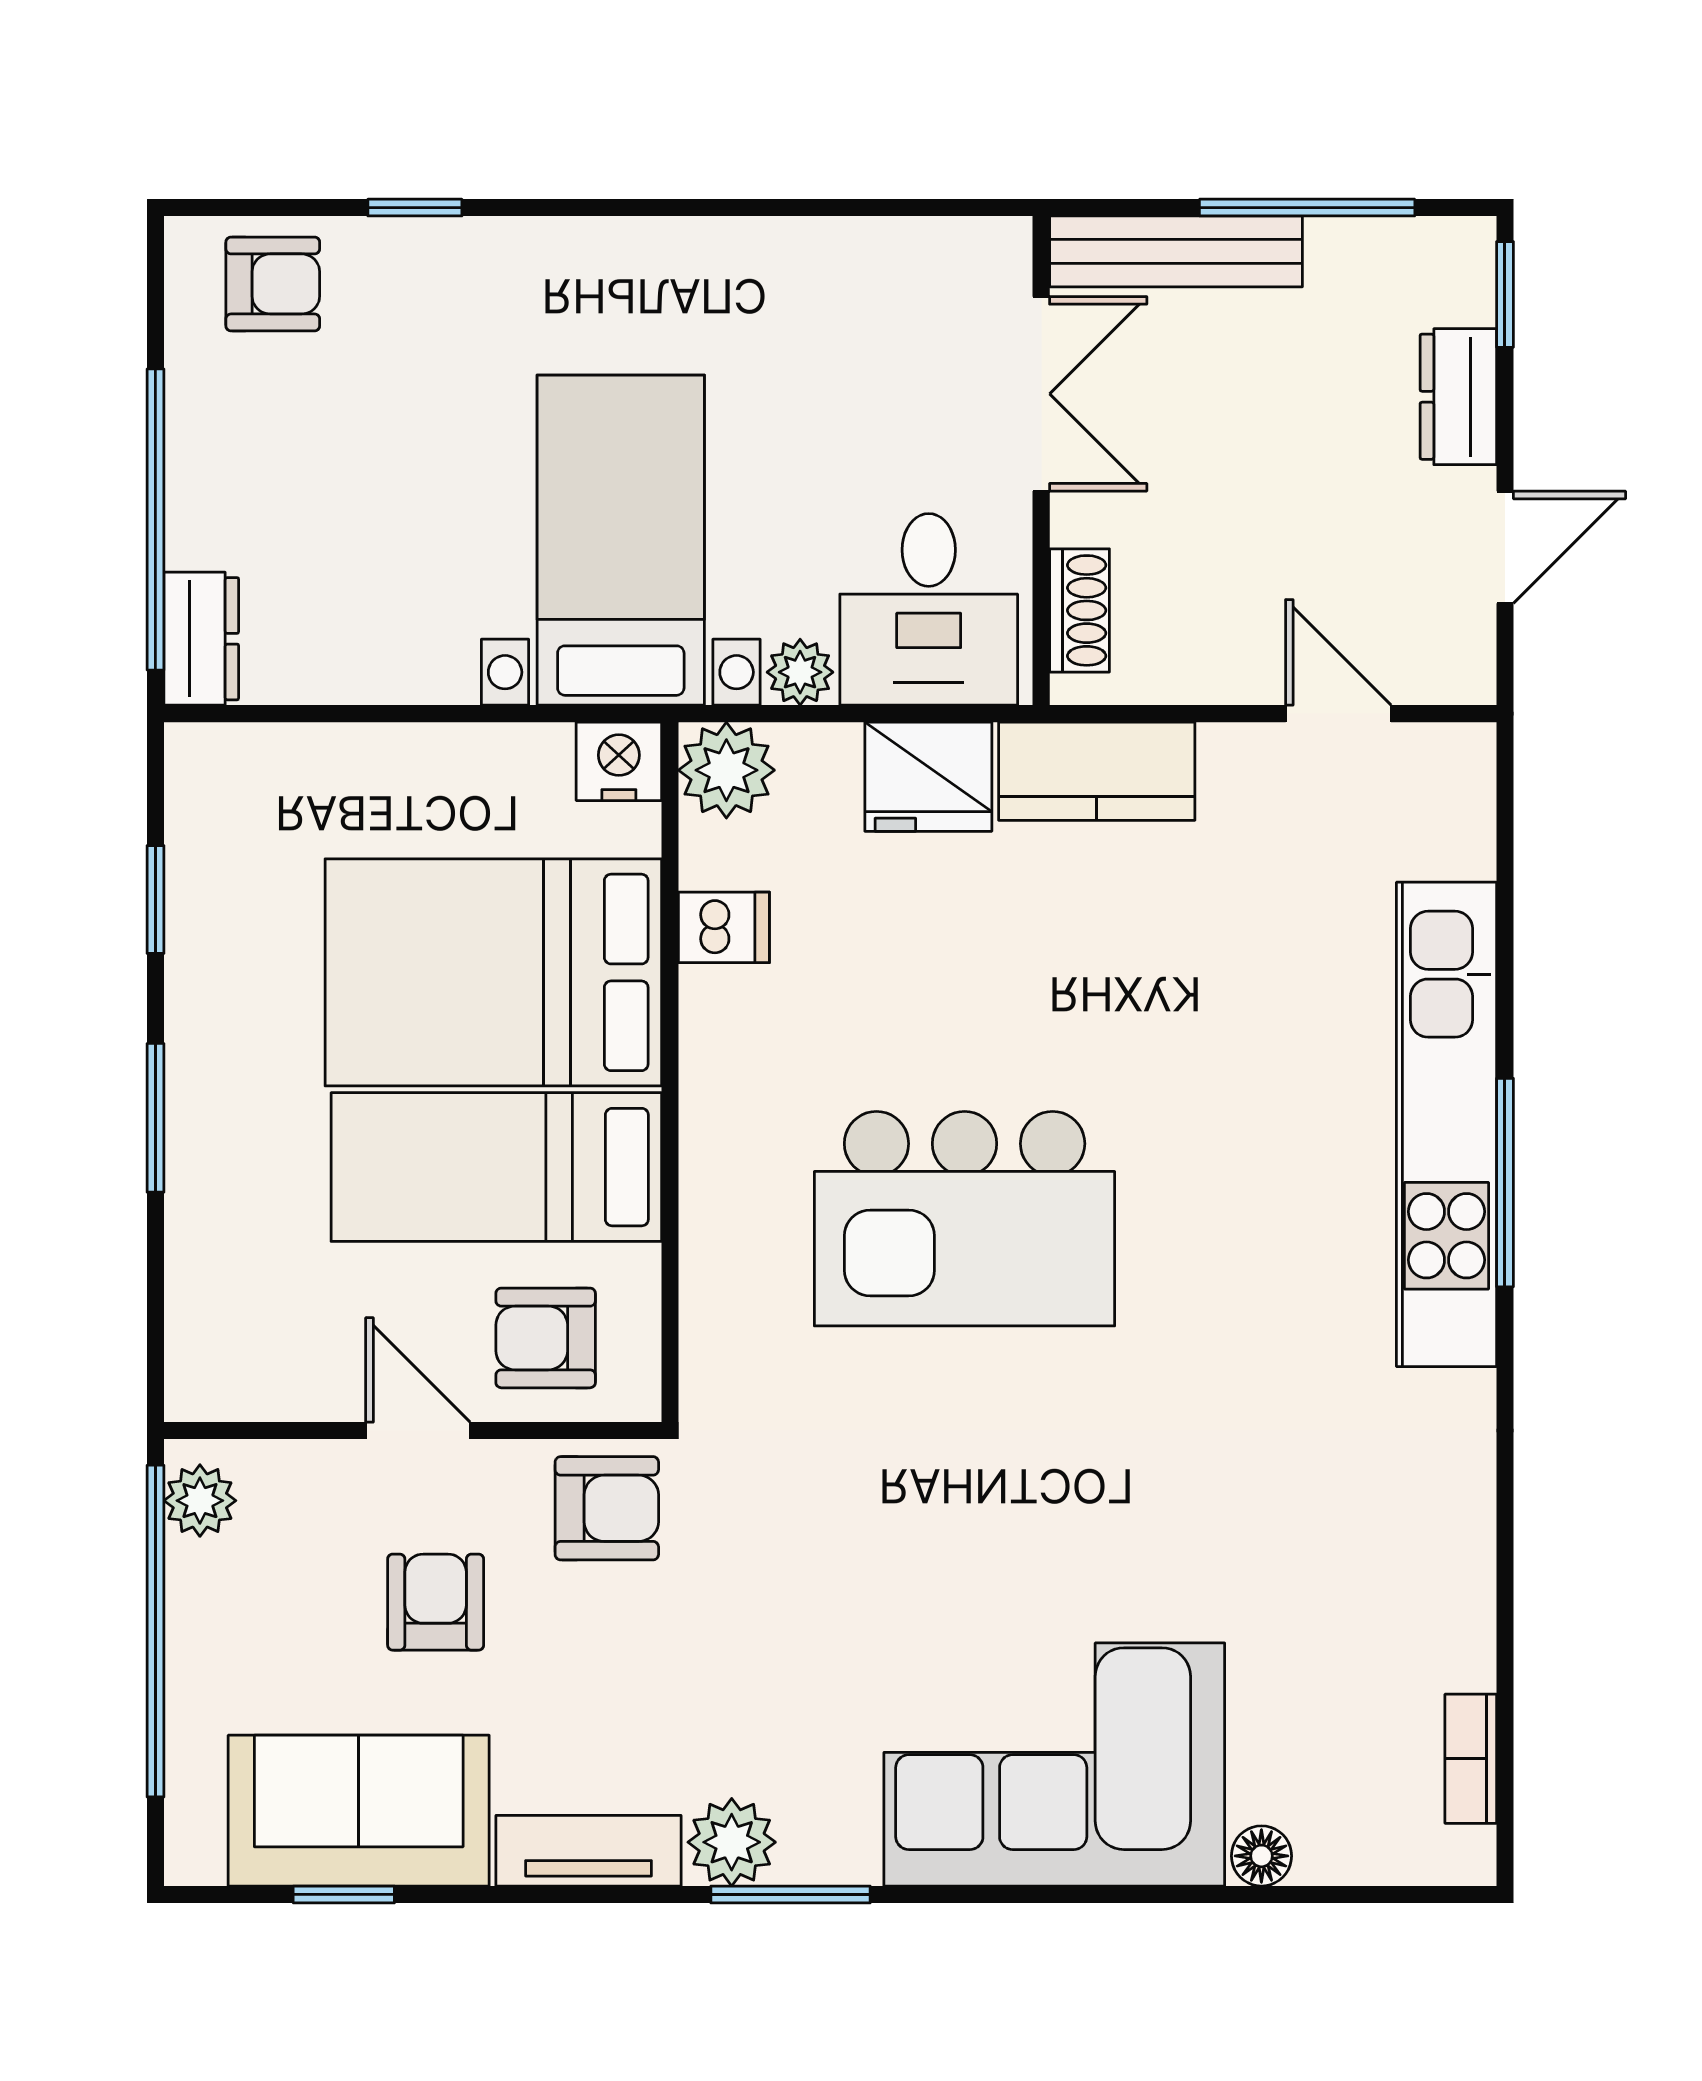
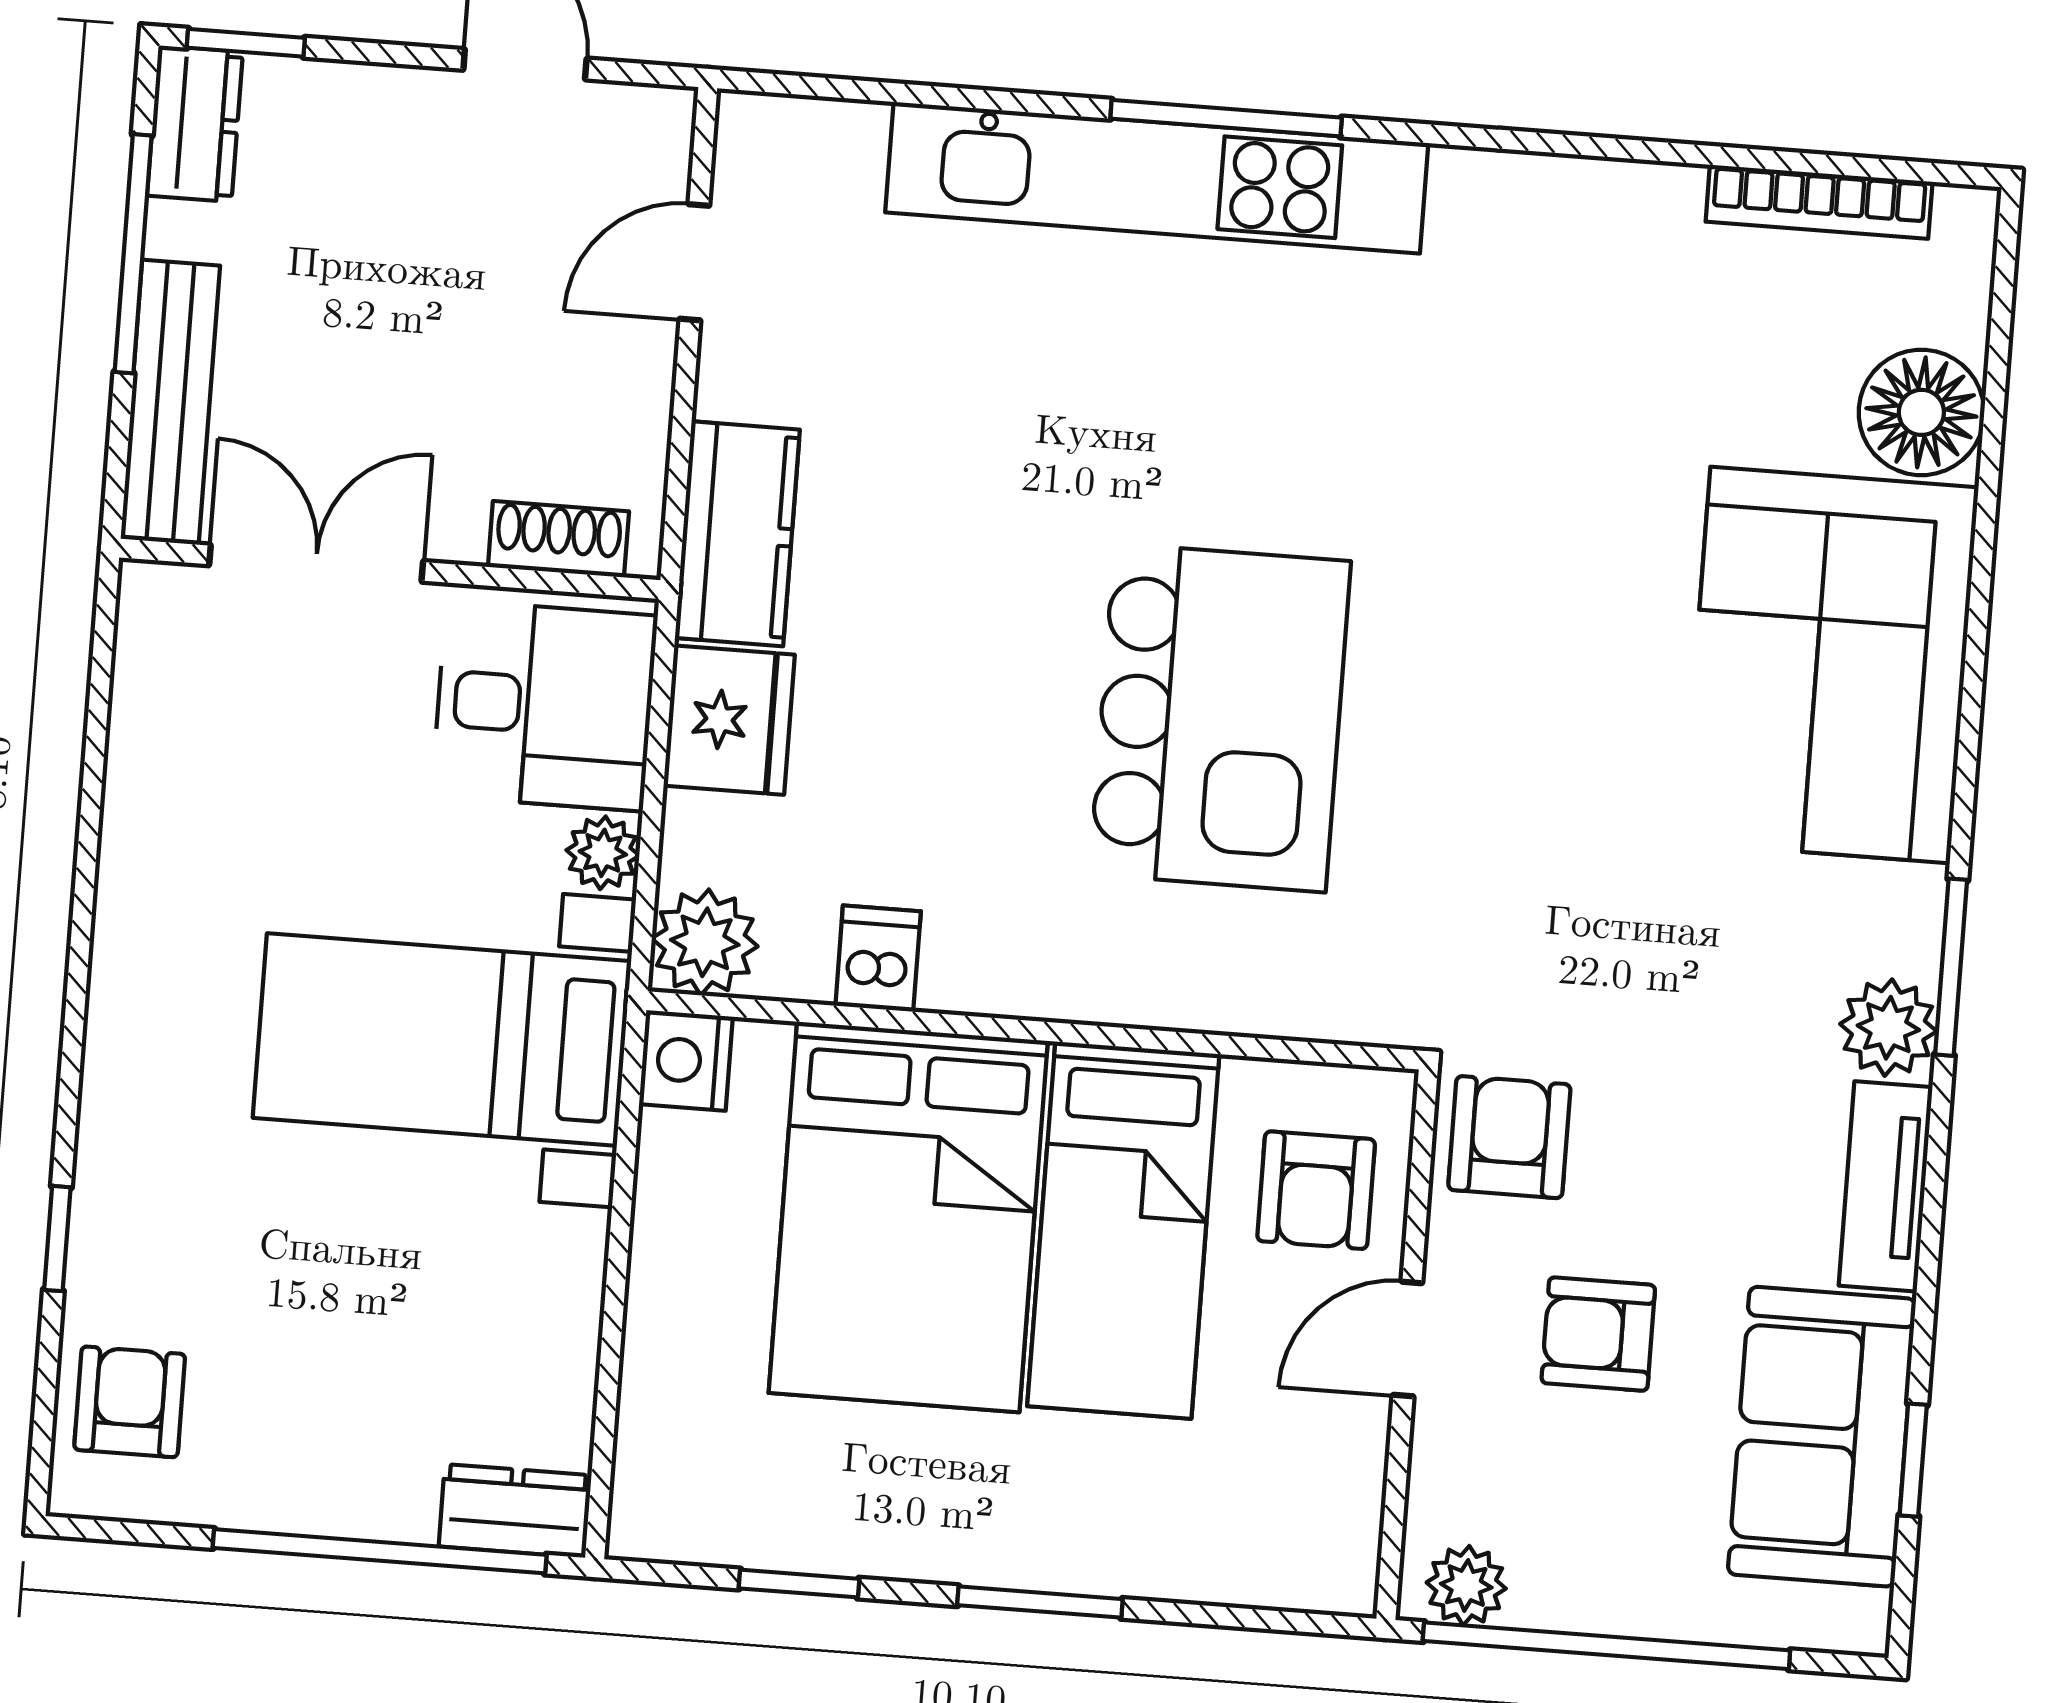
dresser: (1458, 397) -> (195, 124), moved, turned -90
bookcase: (1471, 1759) -> (1819, 202), width x1.56
floor lamp: (1261, 1856) -> (1921, 412), width x1.89, depth x1.89

